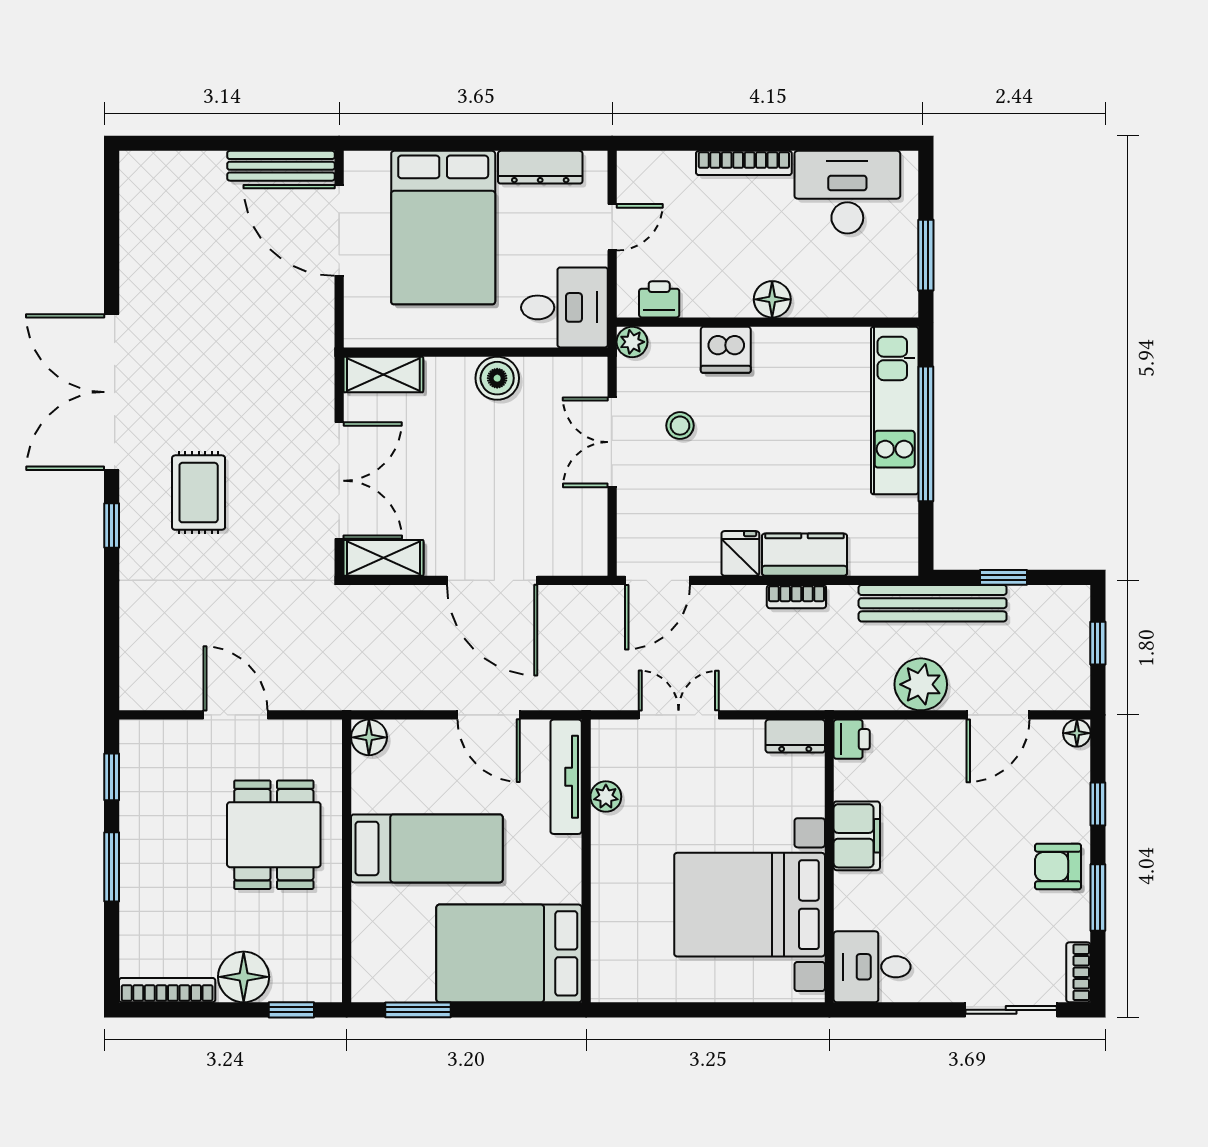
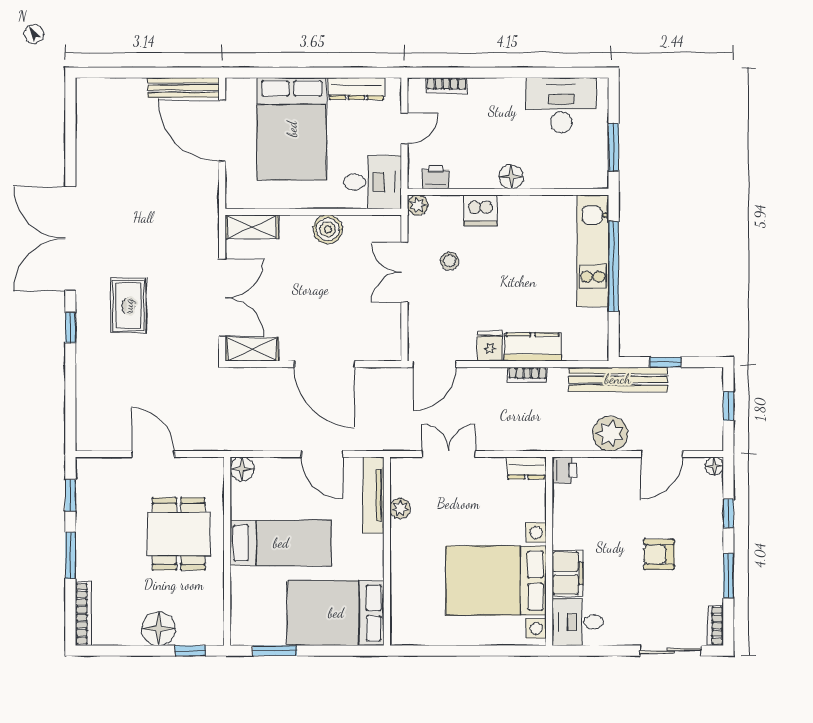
bookcase: (744, 163) -> (446, 86), moved, width x0.64
filing cabinet: (857, 836) -> (568, 573), moved
armchair: (1058, 867) -> (659, 554), moved
bookcase: (167, 990) -> (84, 614), moved, turned 90

